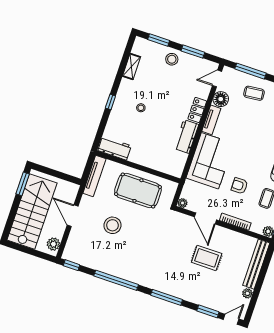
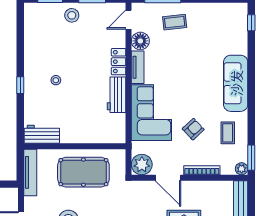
shelving: (132, 66) -> (30, 38), removed
armchair: (239, 186) -> (193, 129), turned 137
plant: (182, 203) -> (142, 165), width x1.88, depth x1.88

